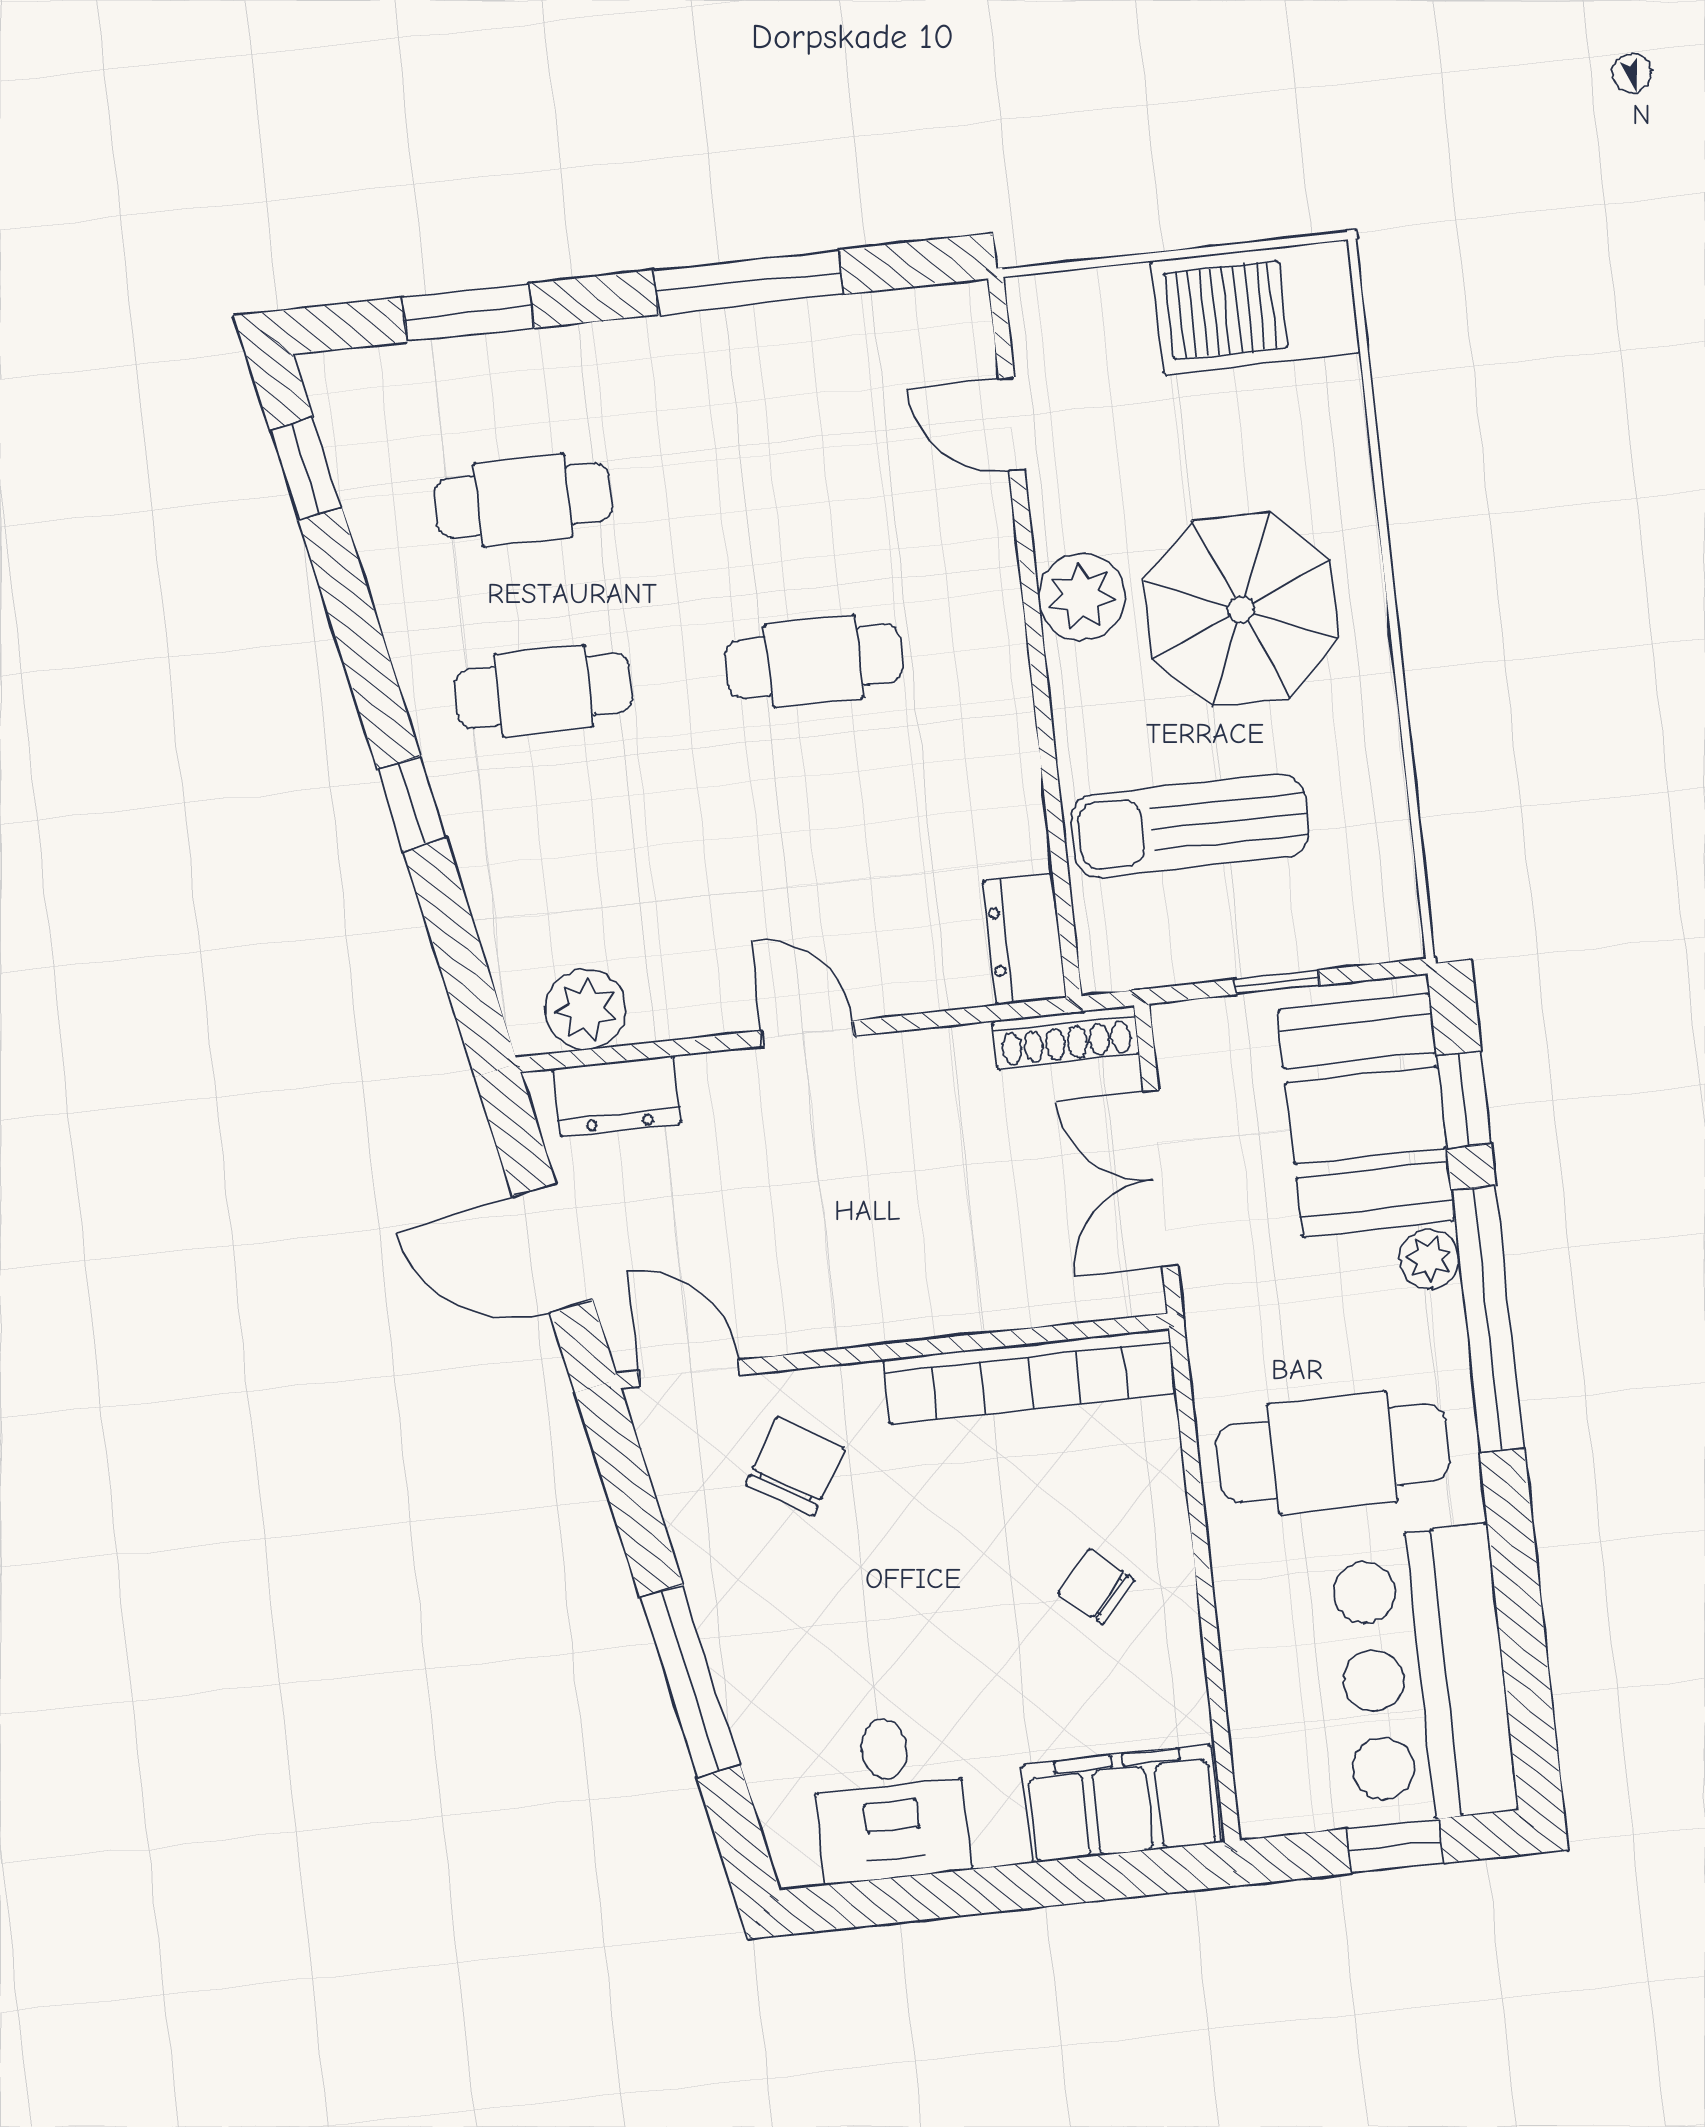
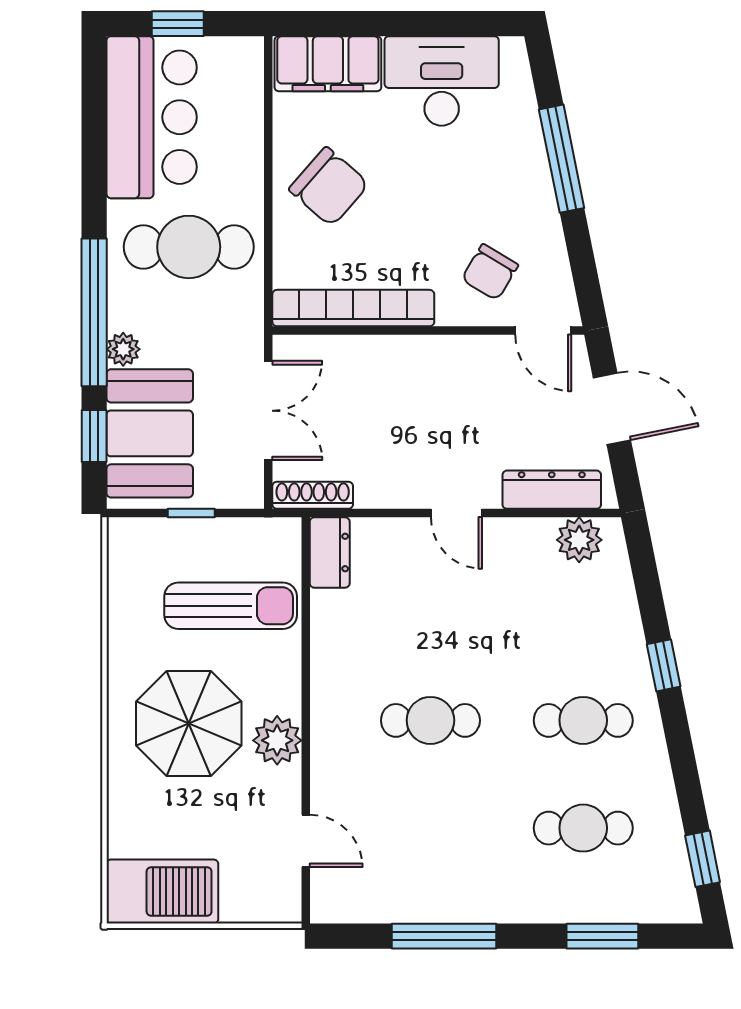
dresser: (617, 1096) -> (552, 490), width x1.44
chair: (1096, 1587) -> (329, 187), width x1.87, depth x1.87
desk: (890, 1798) -> (442, 81), width x1.37

